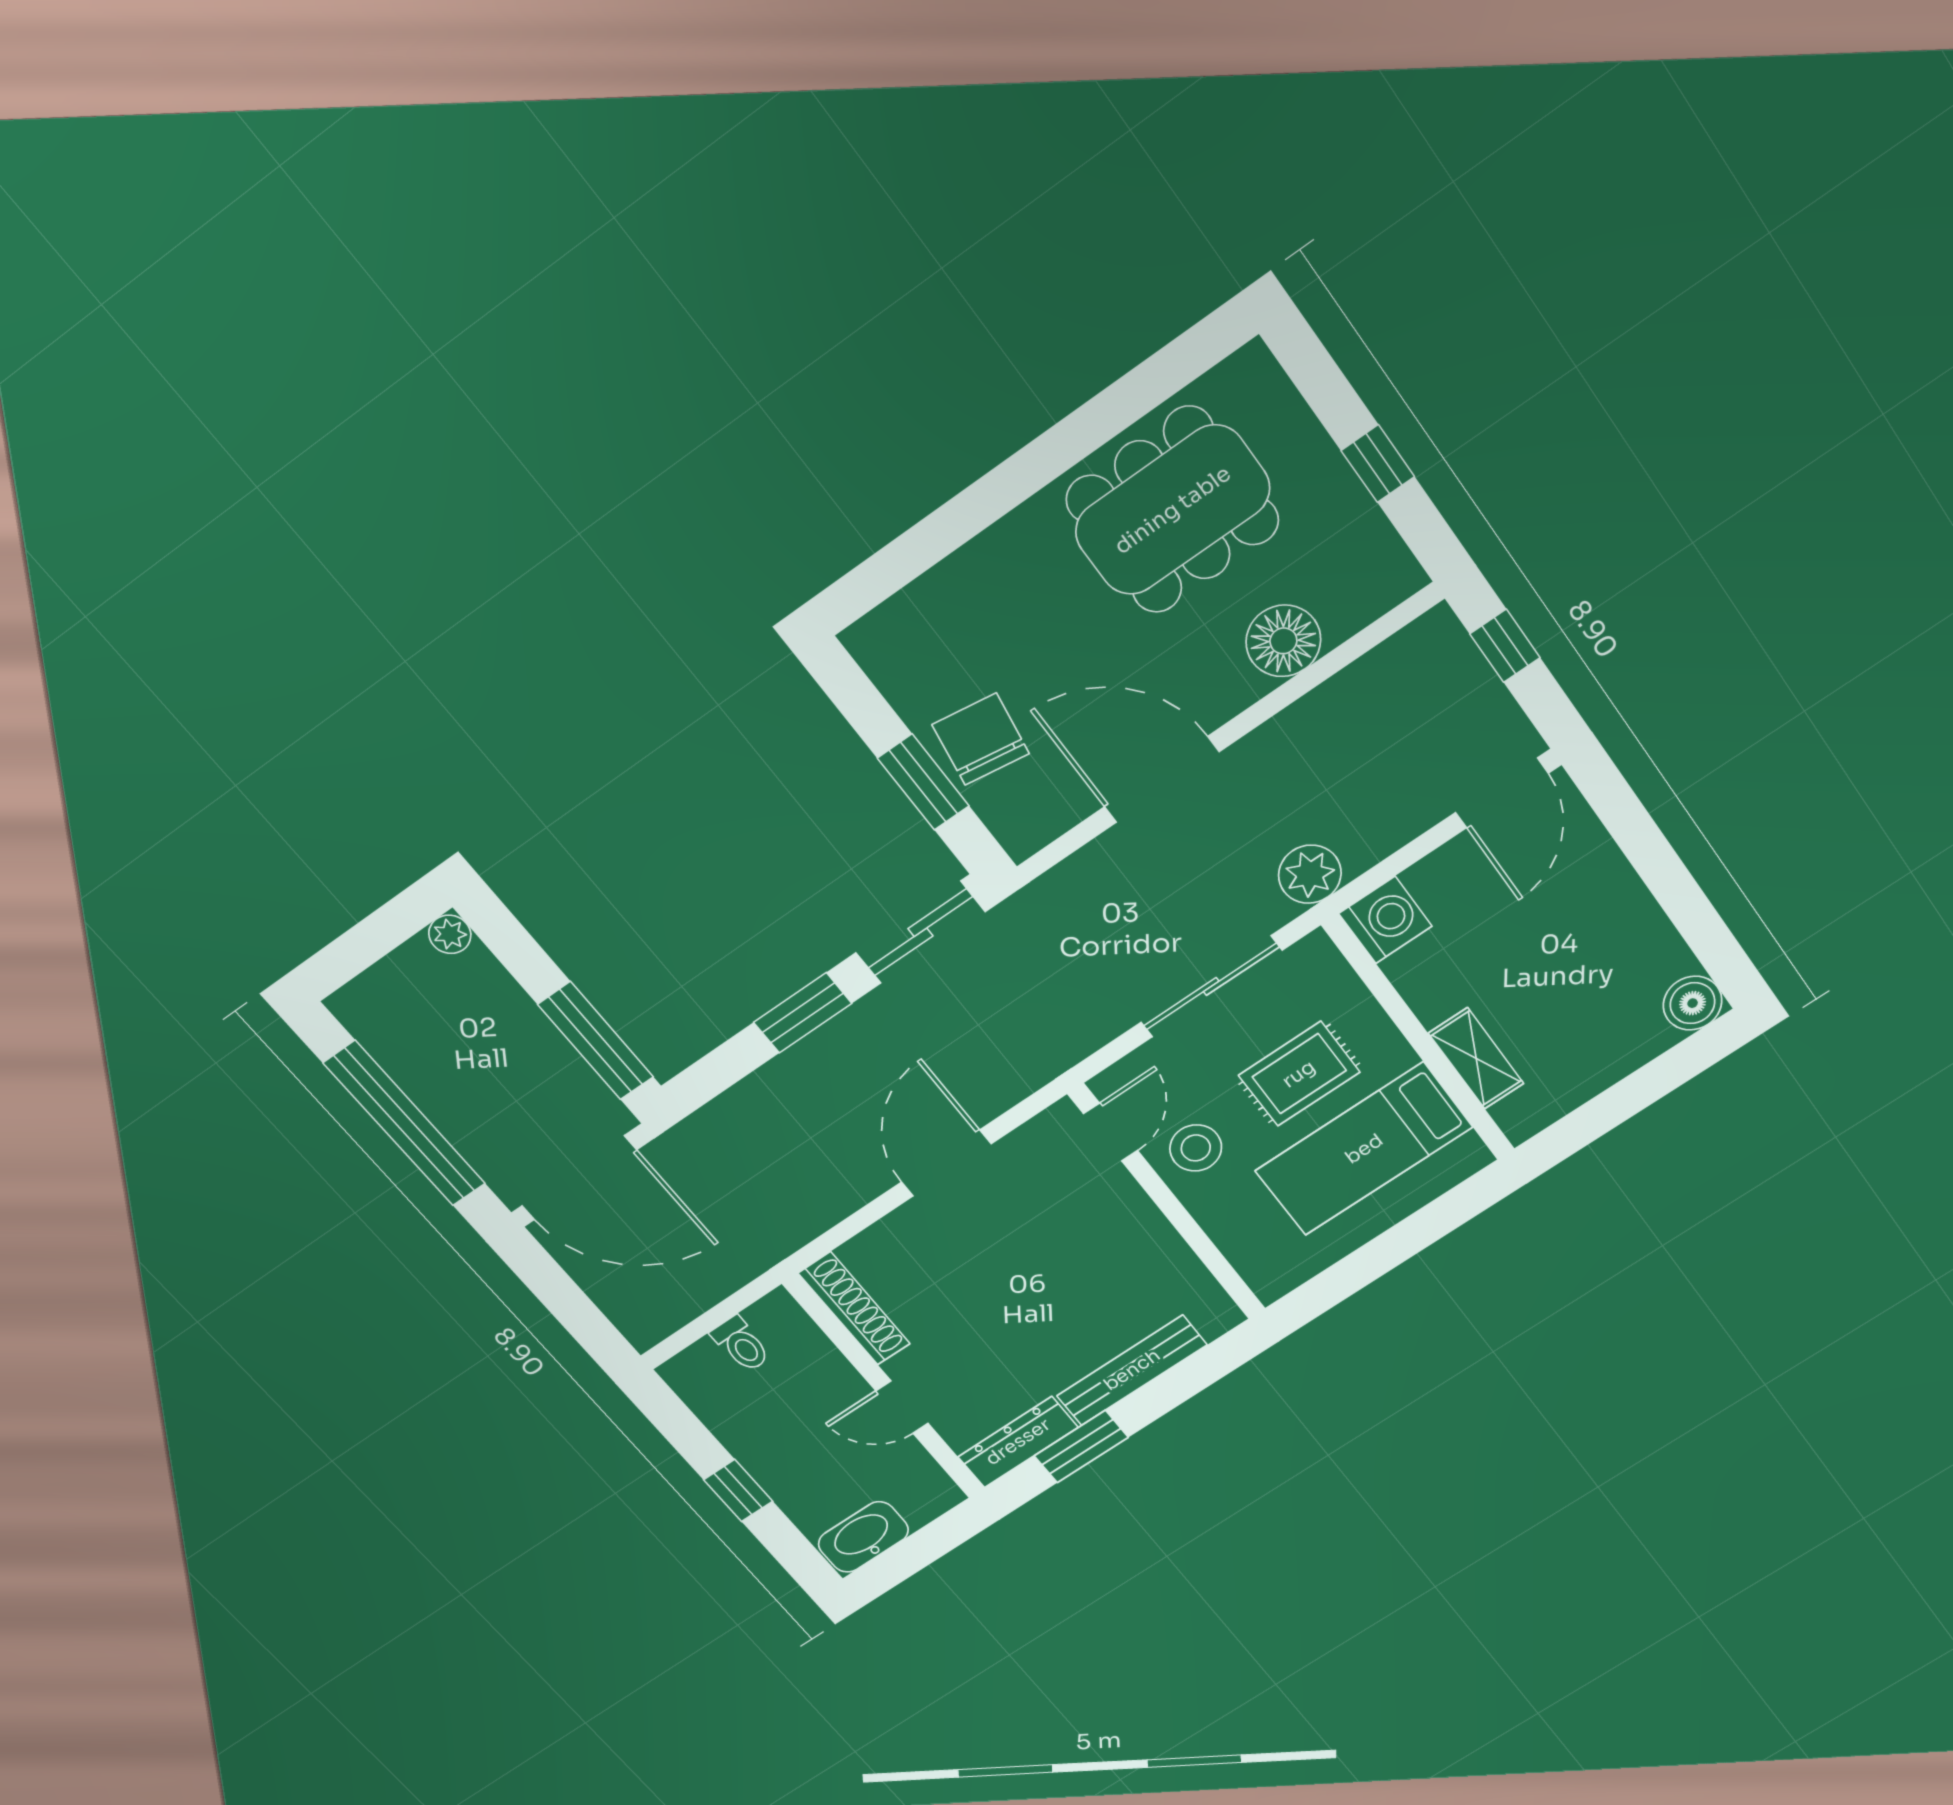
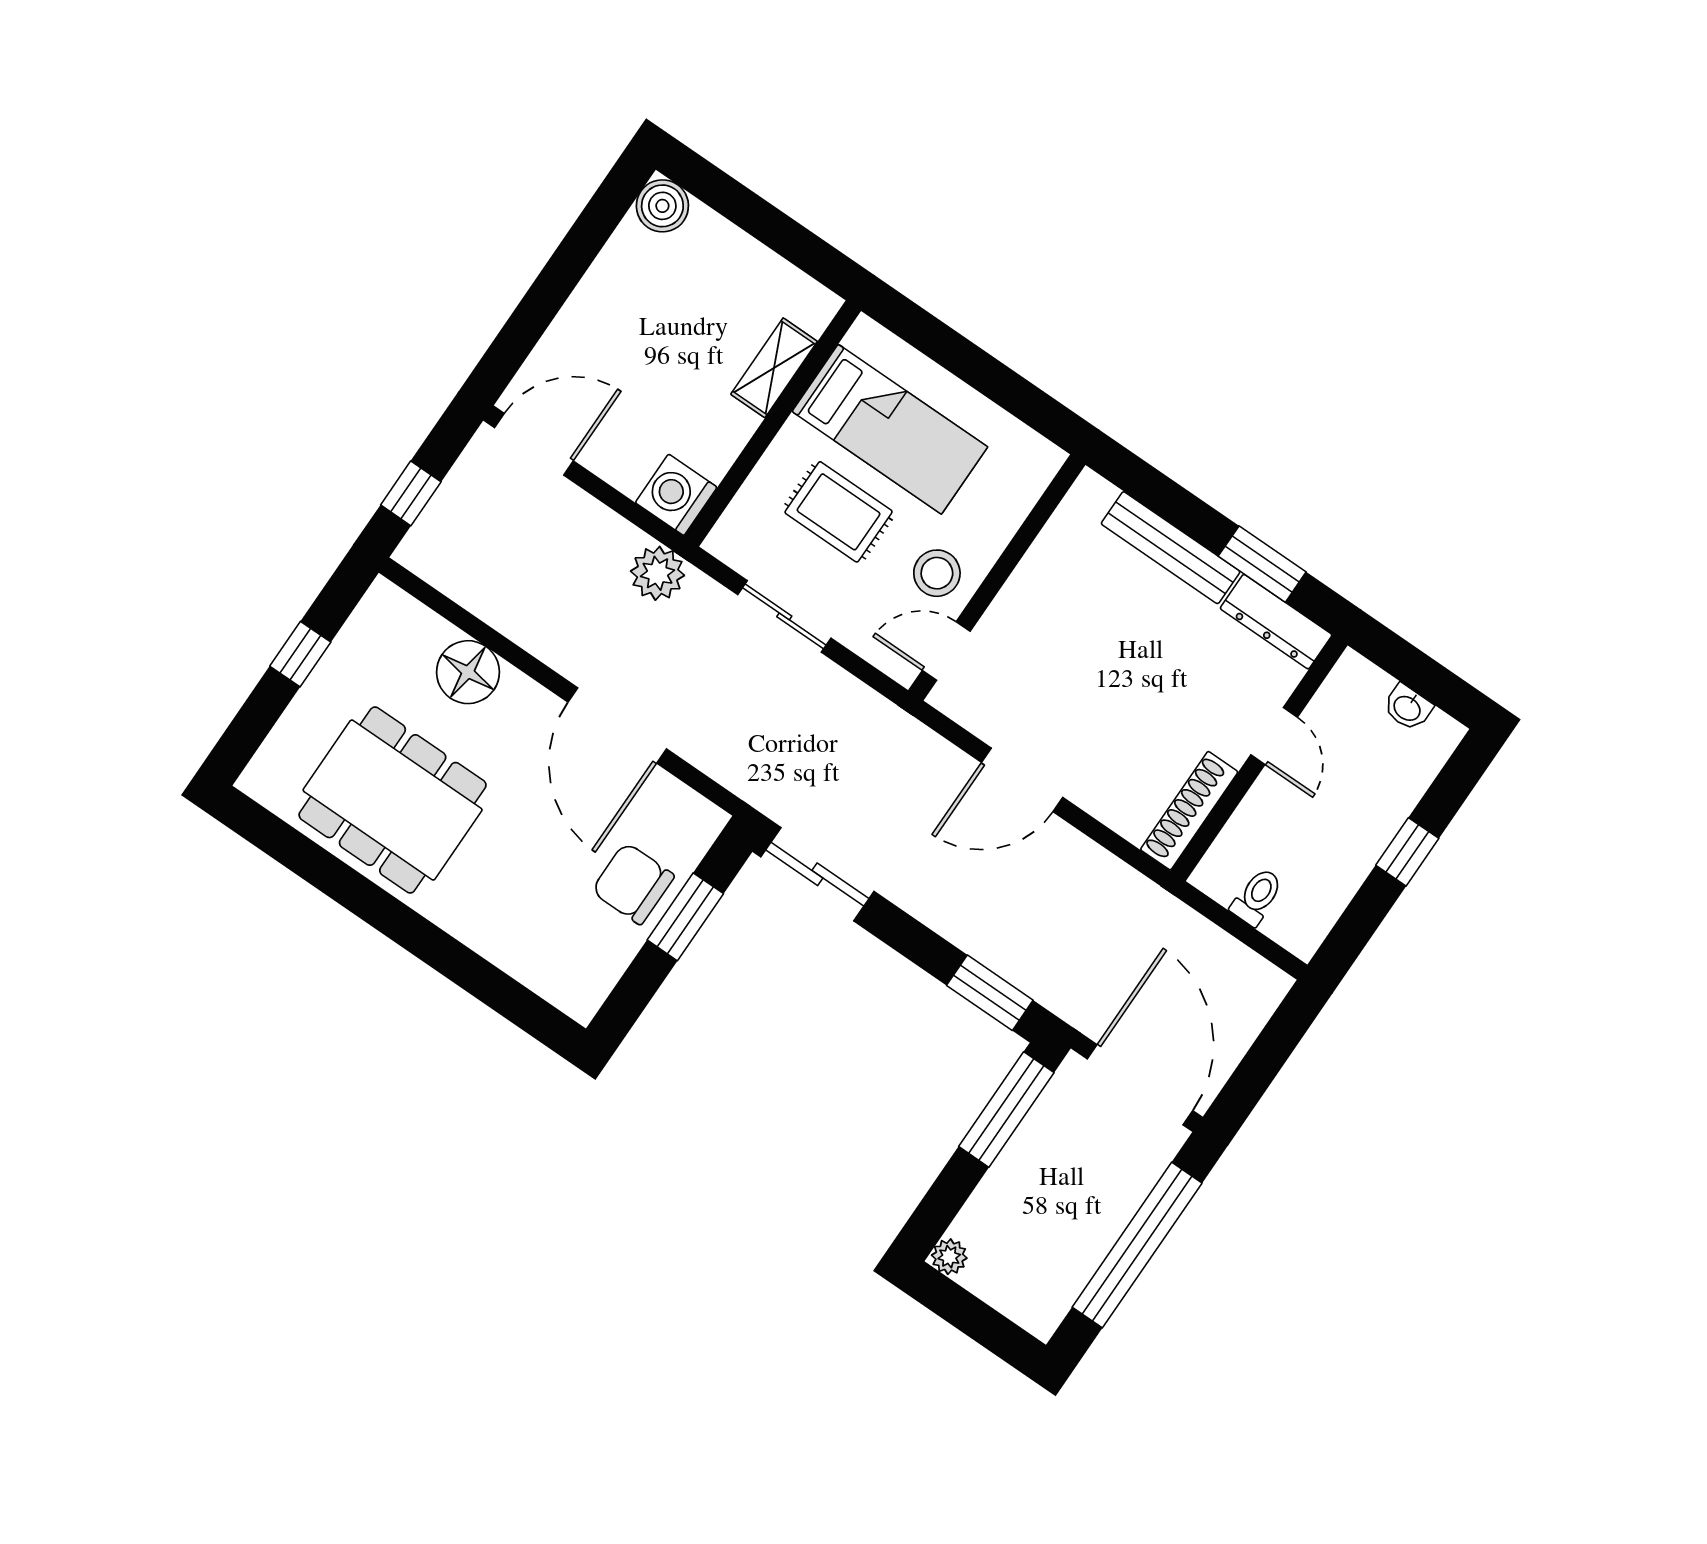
chair: (981, 739) -> (633, 883), turned 81
sliding door: (1211, 986) -> (784, 616), width x0.73
window: (803, 1013) -> (990, 993), moved
washbasin: (863, 1537) -> (1408, 708), width x0.52, depth x0.69

